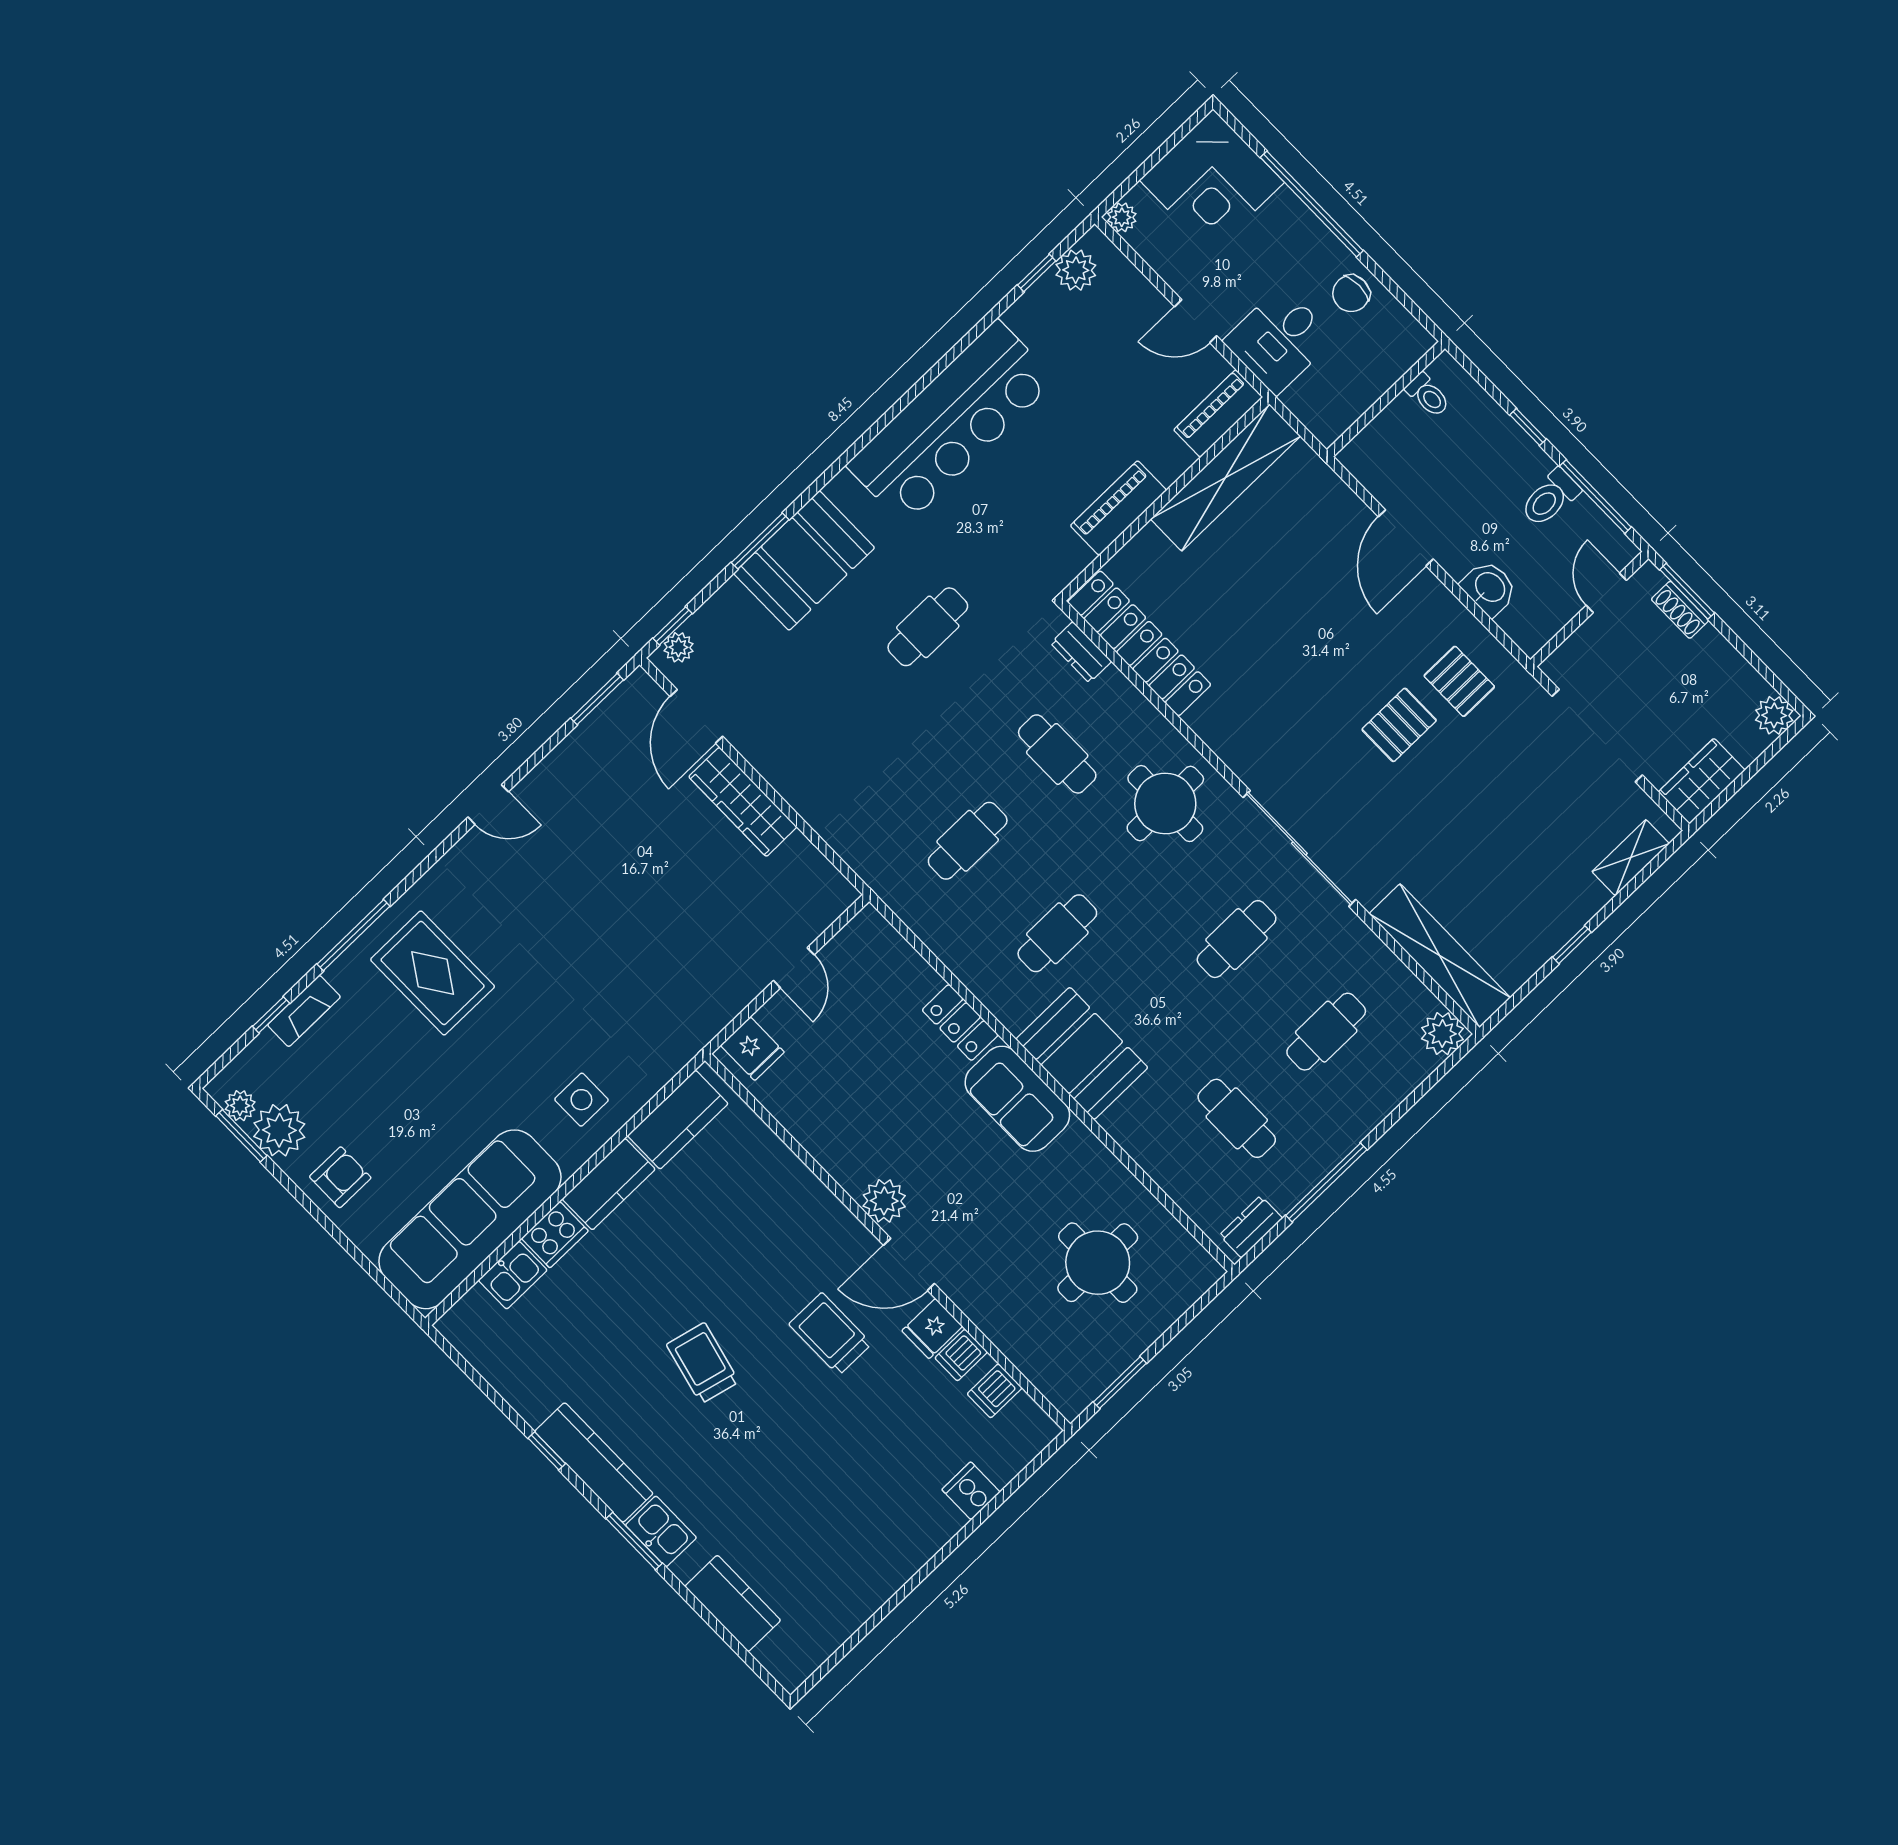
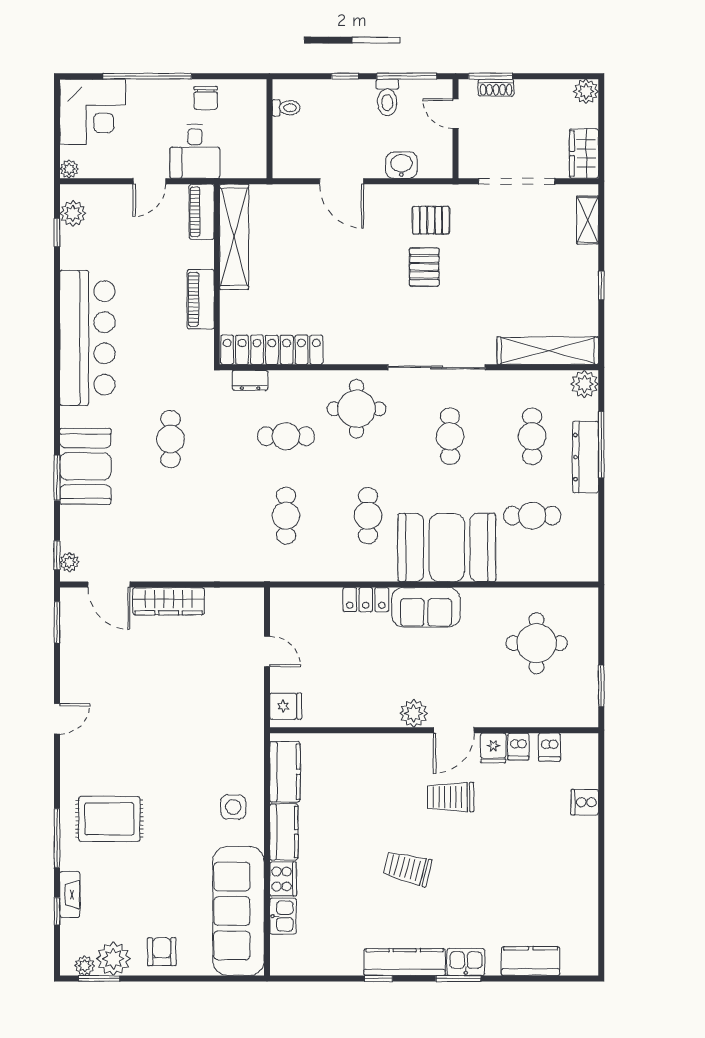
booth: (1082, 1053) -> (447, 547), width x1.36, depth x1.42
window: (1326, 1183) -> (601, 445), moved
dresser: (1251, 1227) -> (586, 457), moved, width x1.96, depth x1.24

